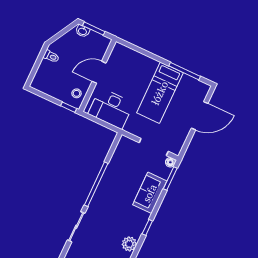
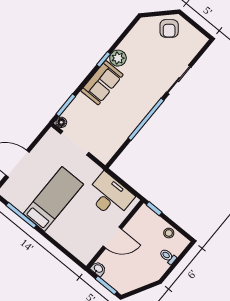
washbasin: (83, 31) -> (98, 269), moved
toilet: (51, 56) -> (168, 256), moved
stool: (76, 93) -> (169, 233), moved
sofa: (150, 193) -> (102, 83), moved
plant: (129, 244) -> (118, 58), moved

